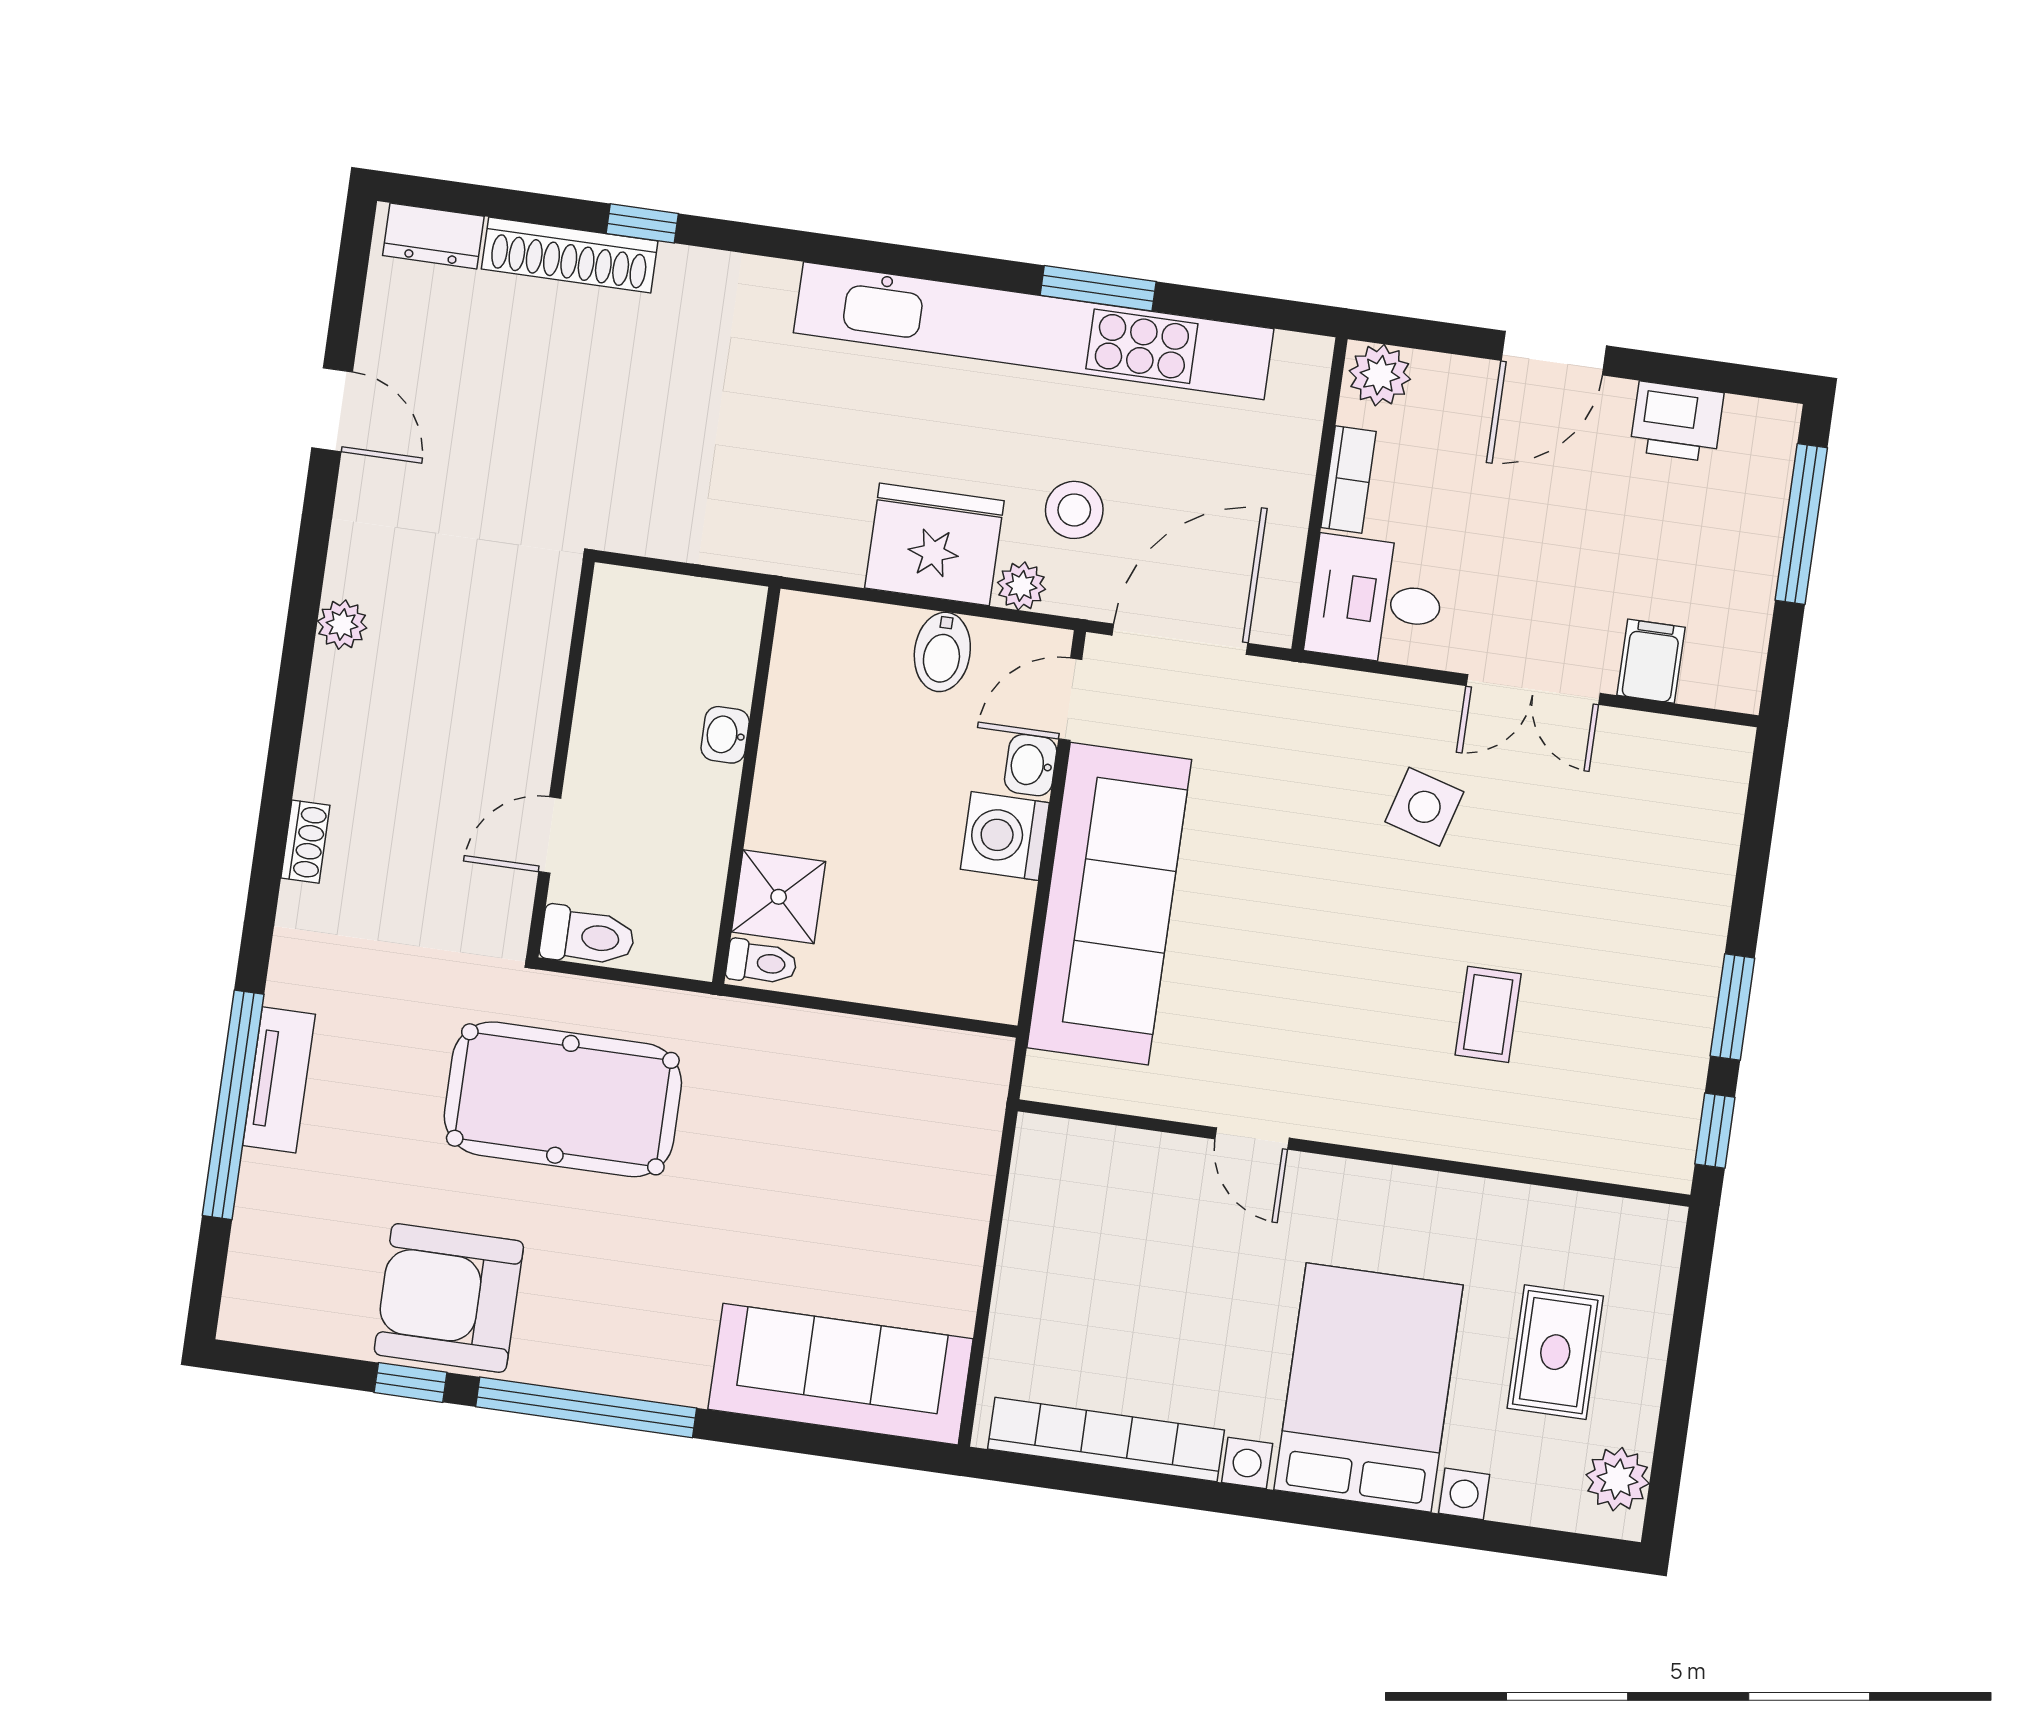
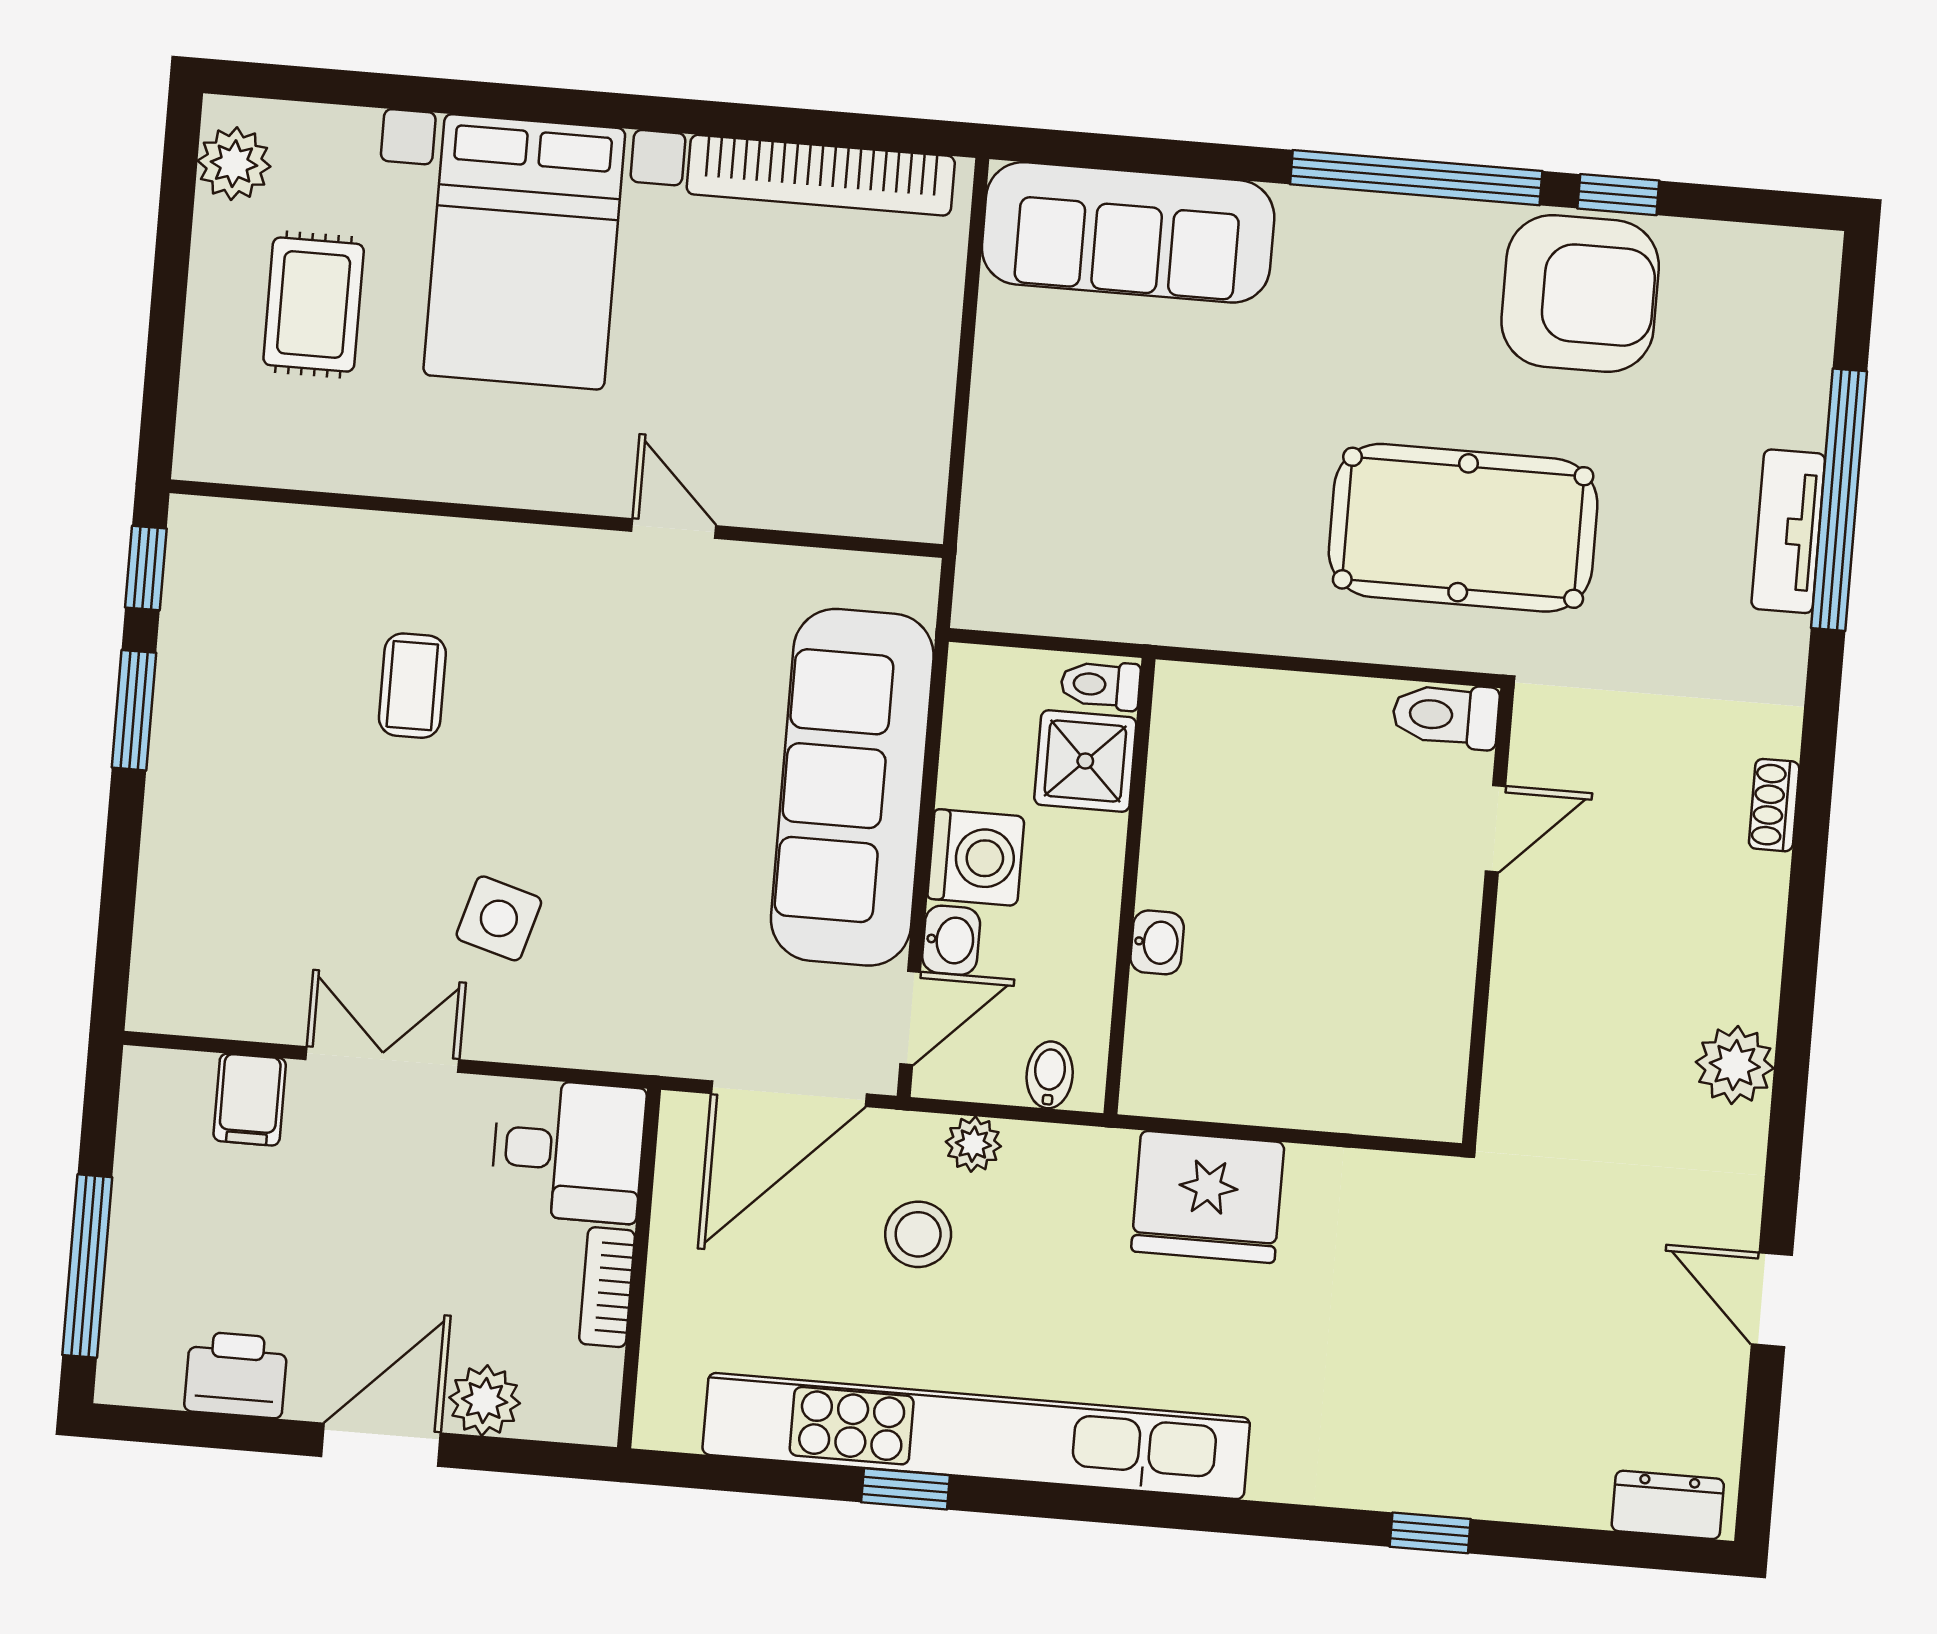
shoe rack: (570, 255) -> (1511, 1492), removed
window: (1098, 288) -> (905, 1489), width x0.67
plant: (1380, 375) -> (485, 1400), moved
fridge: (934, 544) -> (1208, 1197), moved
plant: (342, 625) -> (1735, 1065), width x1.38, depth x1.38
bidet: (942, 652) -> (1050, 1075), width x0.72, depth x0.74
washbasin: (725, 735) -> (1157, 942), moved
wall: (746, 785) -> (1130, 886), moved
shower: (779, 897) -> (1085, 761), moved
toilet: (762, 963) -> (1100, 685), moved

